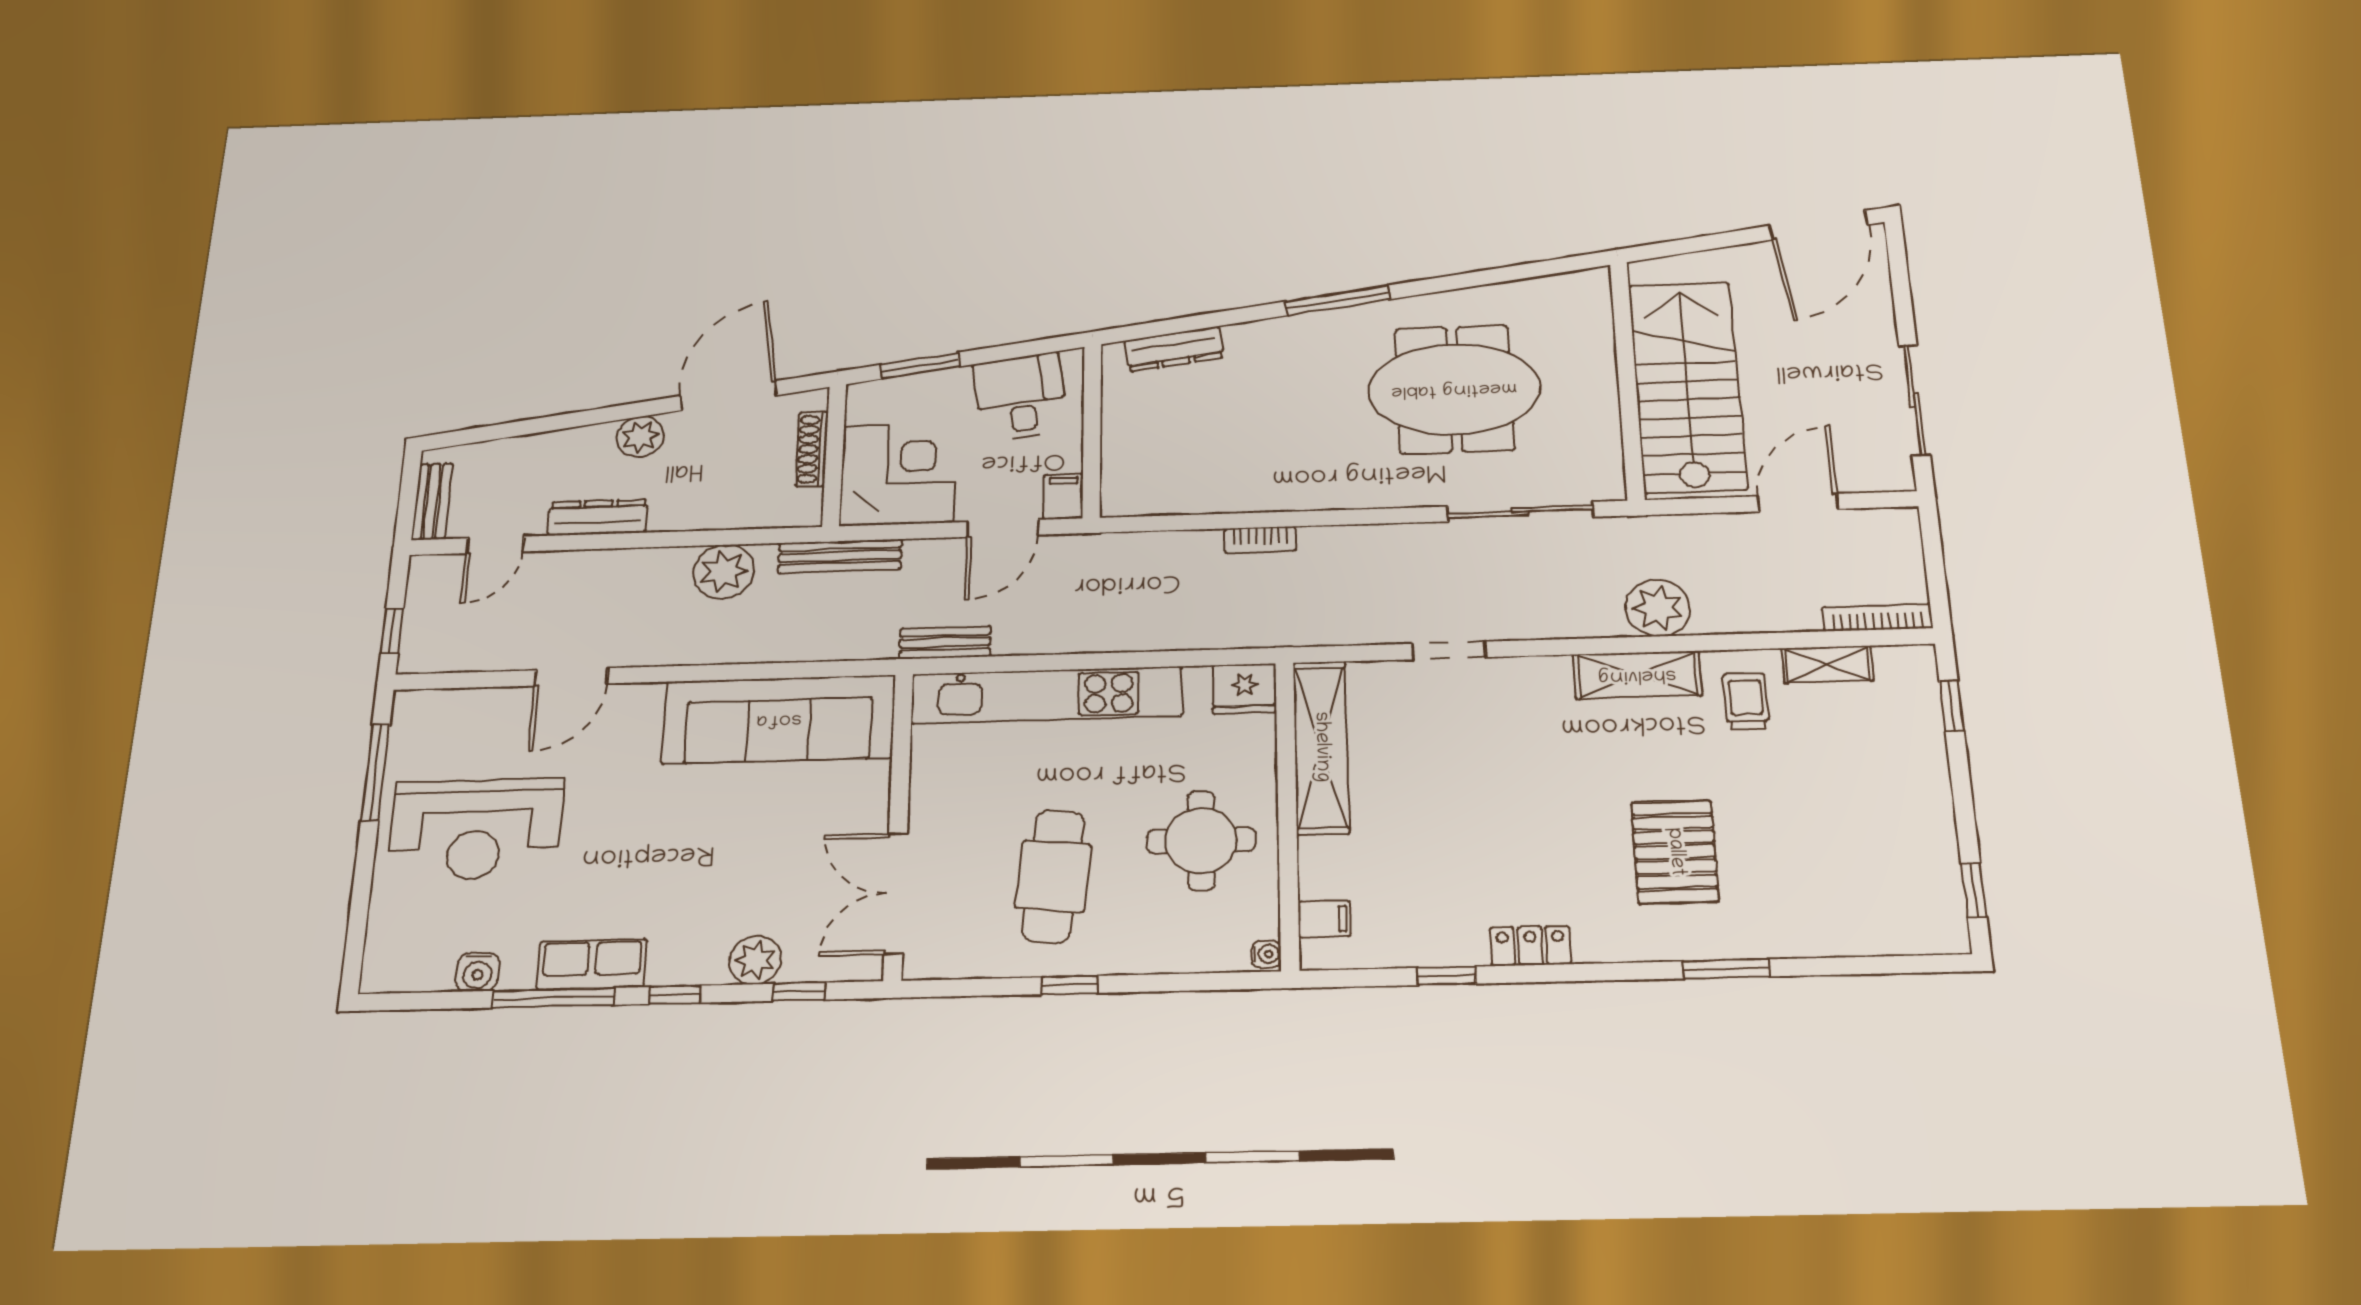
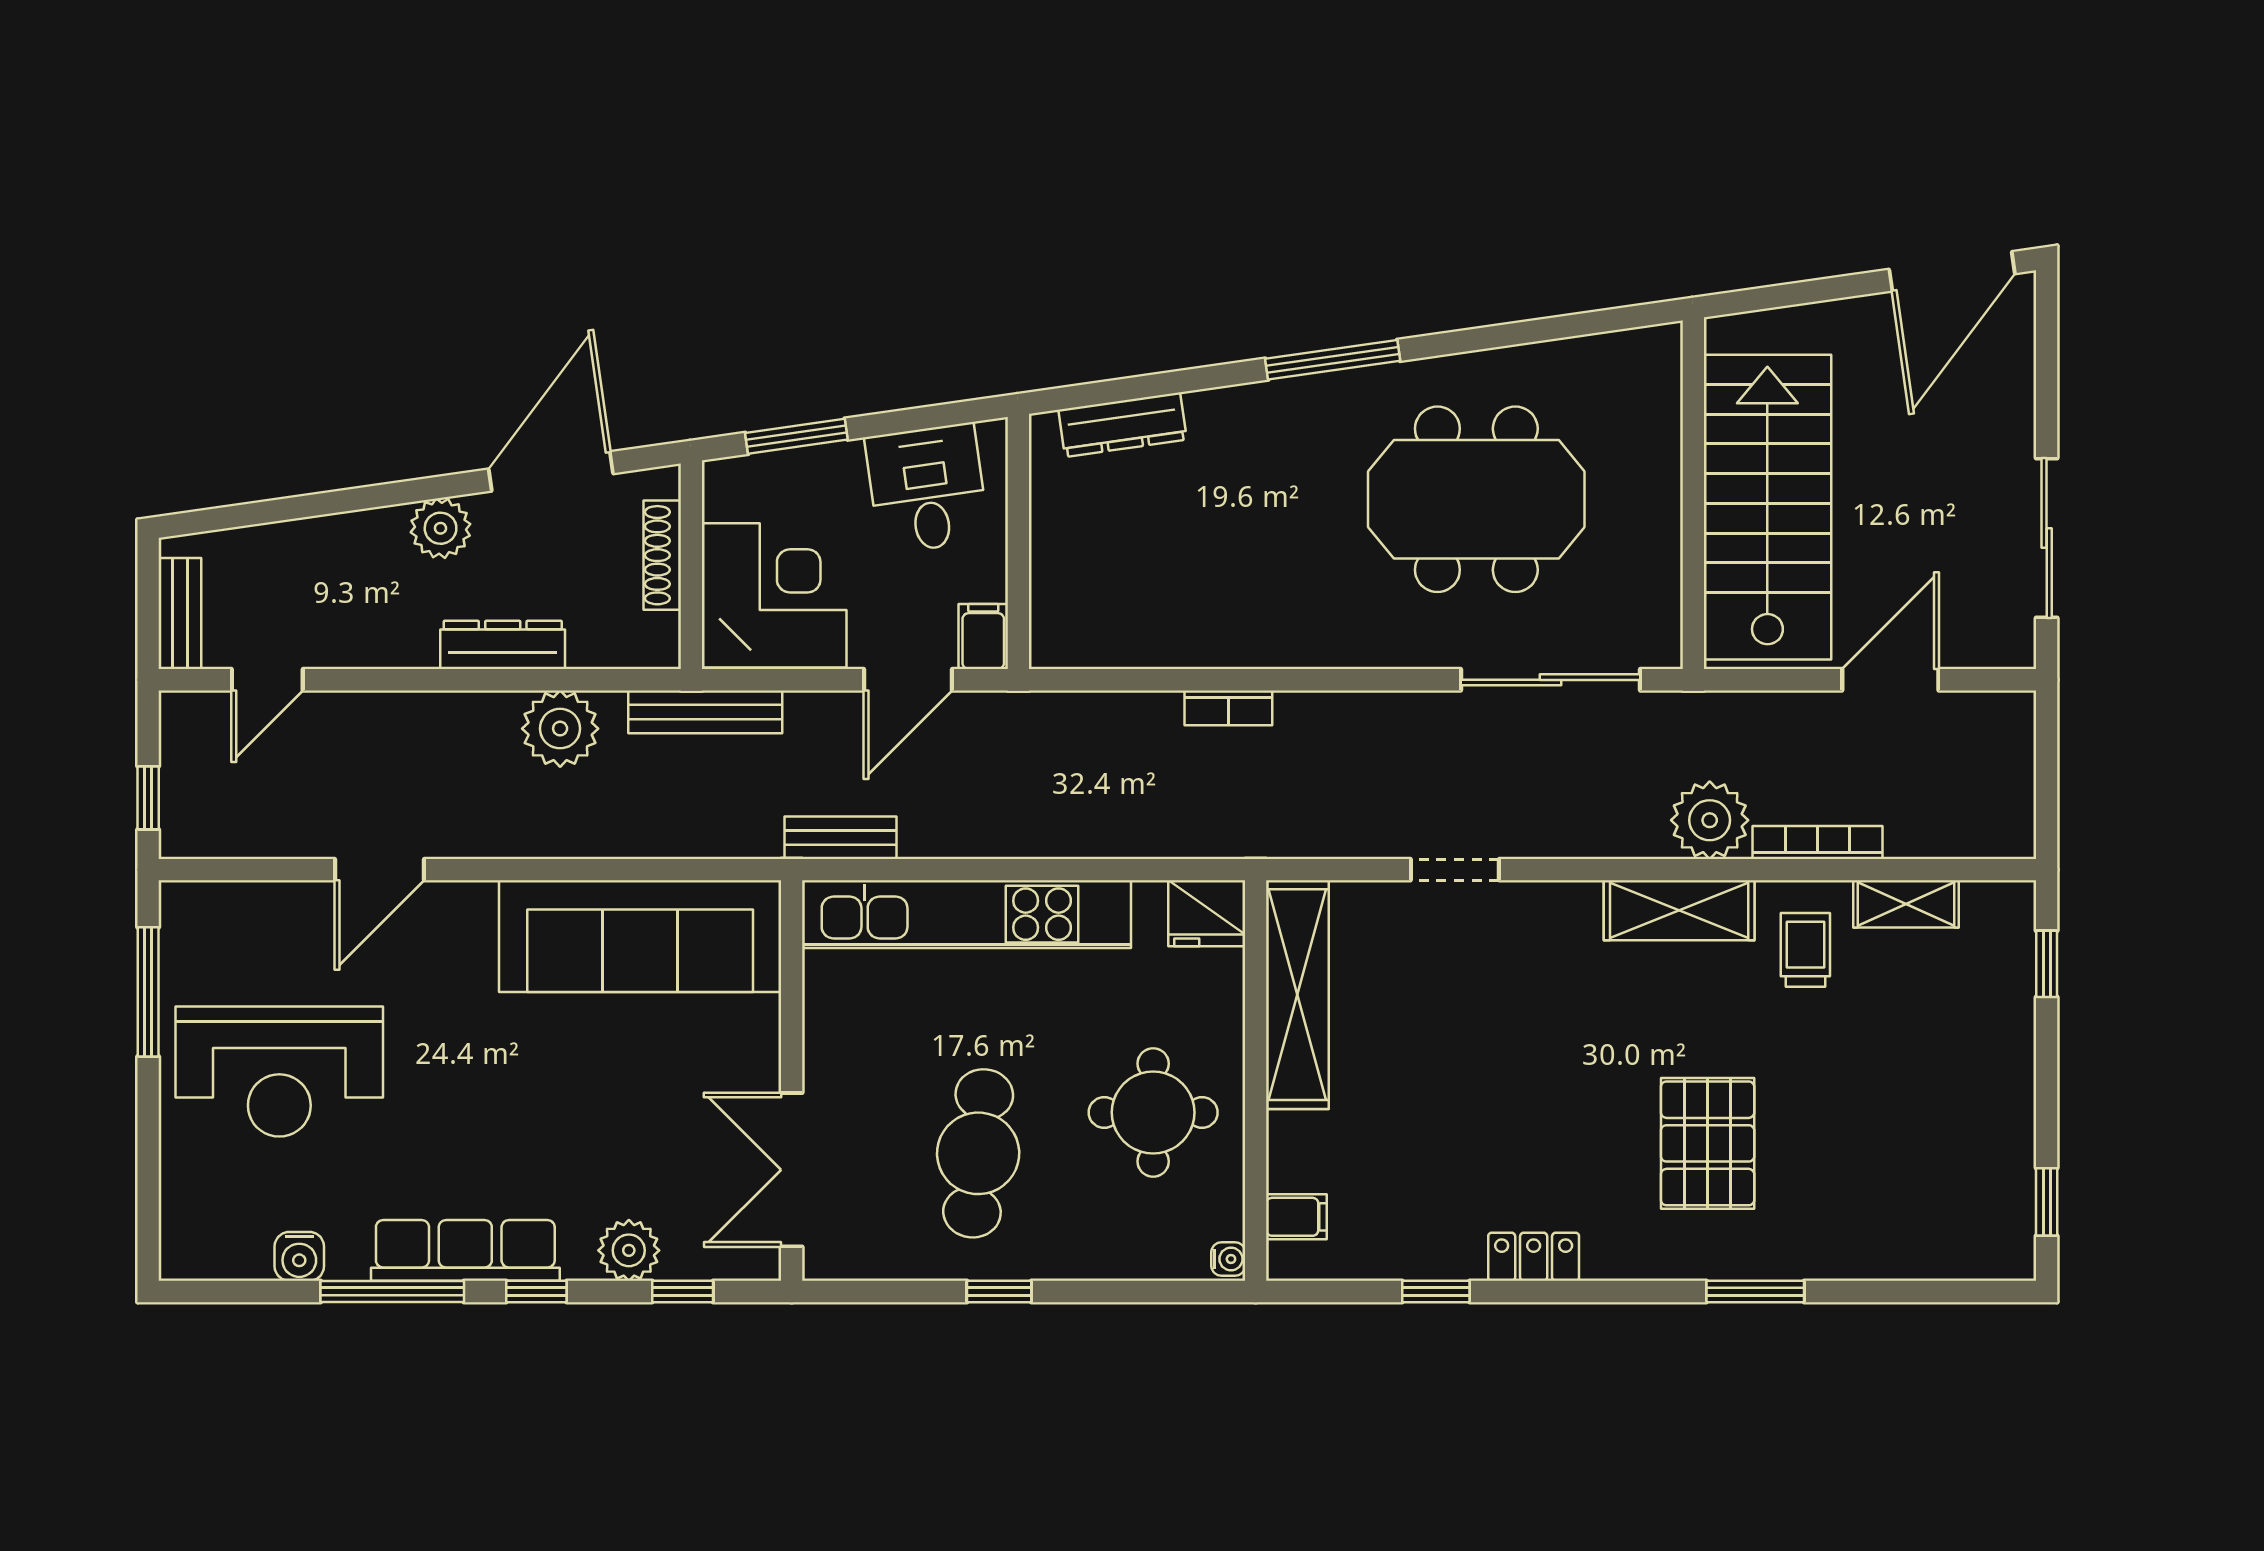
dresser: (598, 517) -> (503, 645), moved
bookcase: (1877, 618) -> (1818, 842), moved
row of seats: (592, 964) -> (465, 1250), width x1.48

